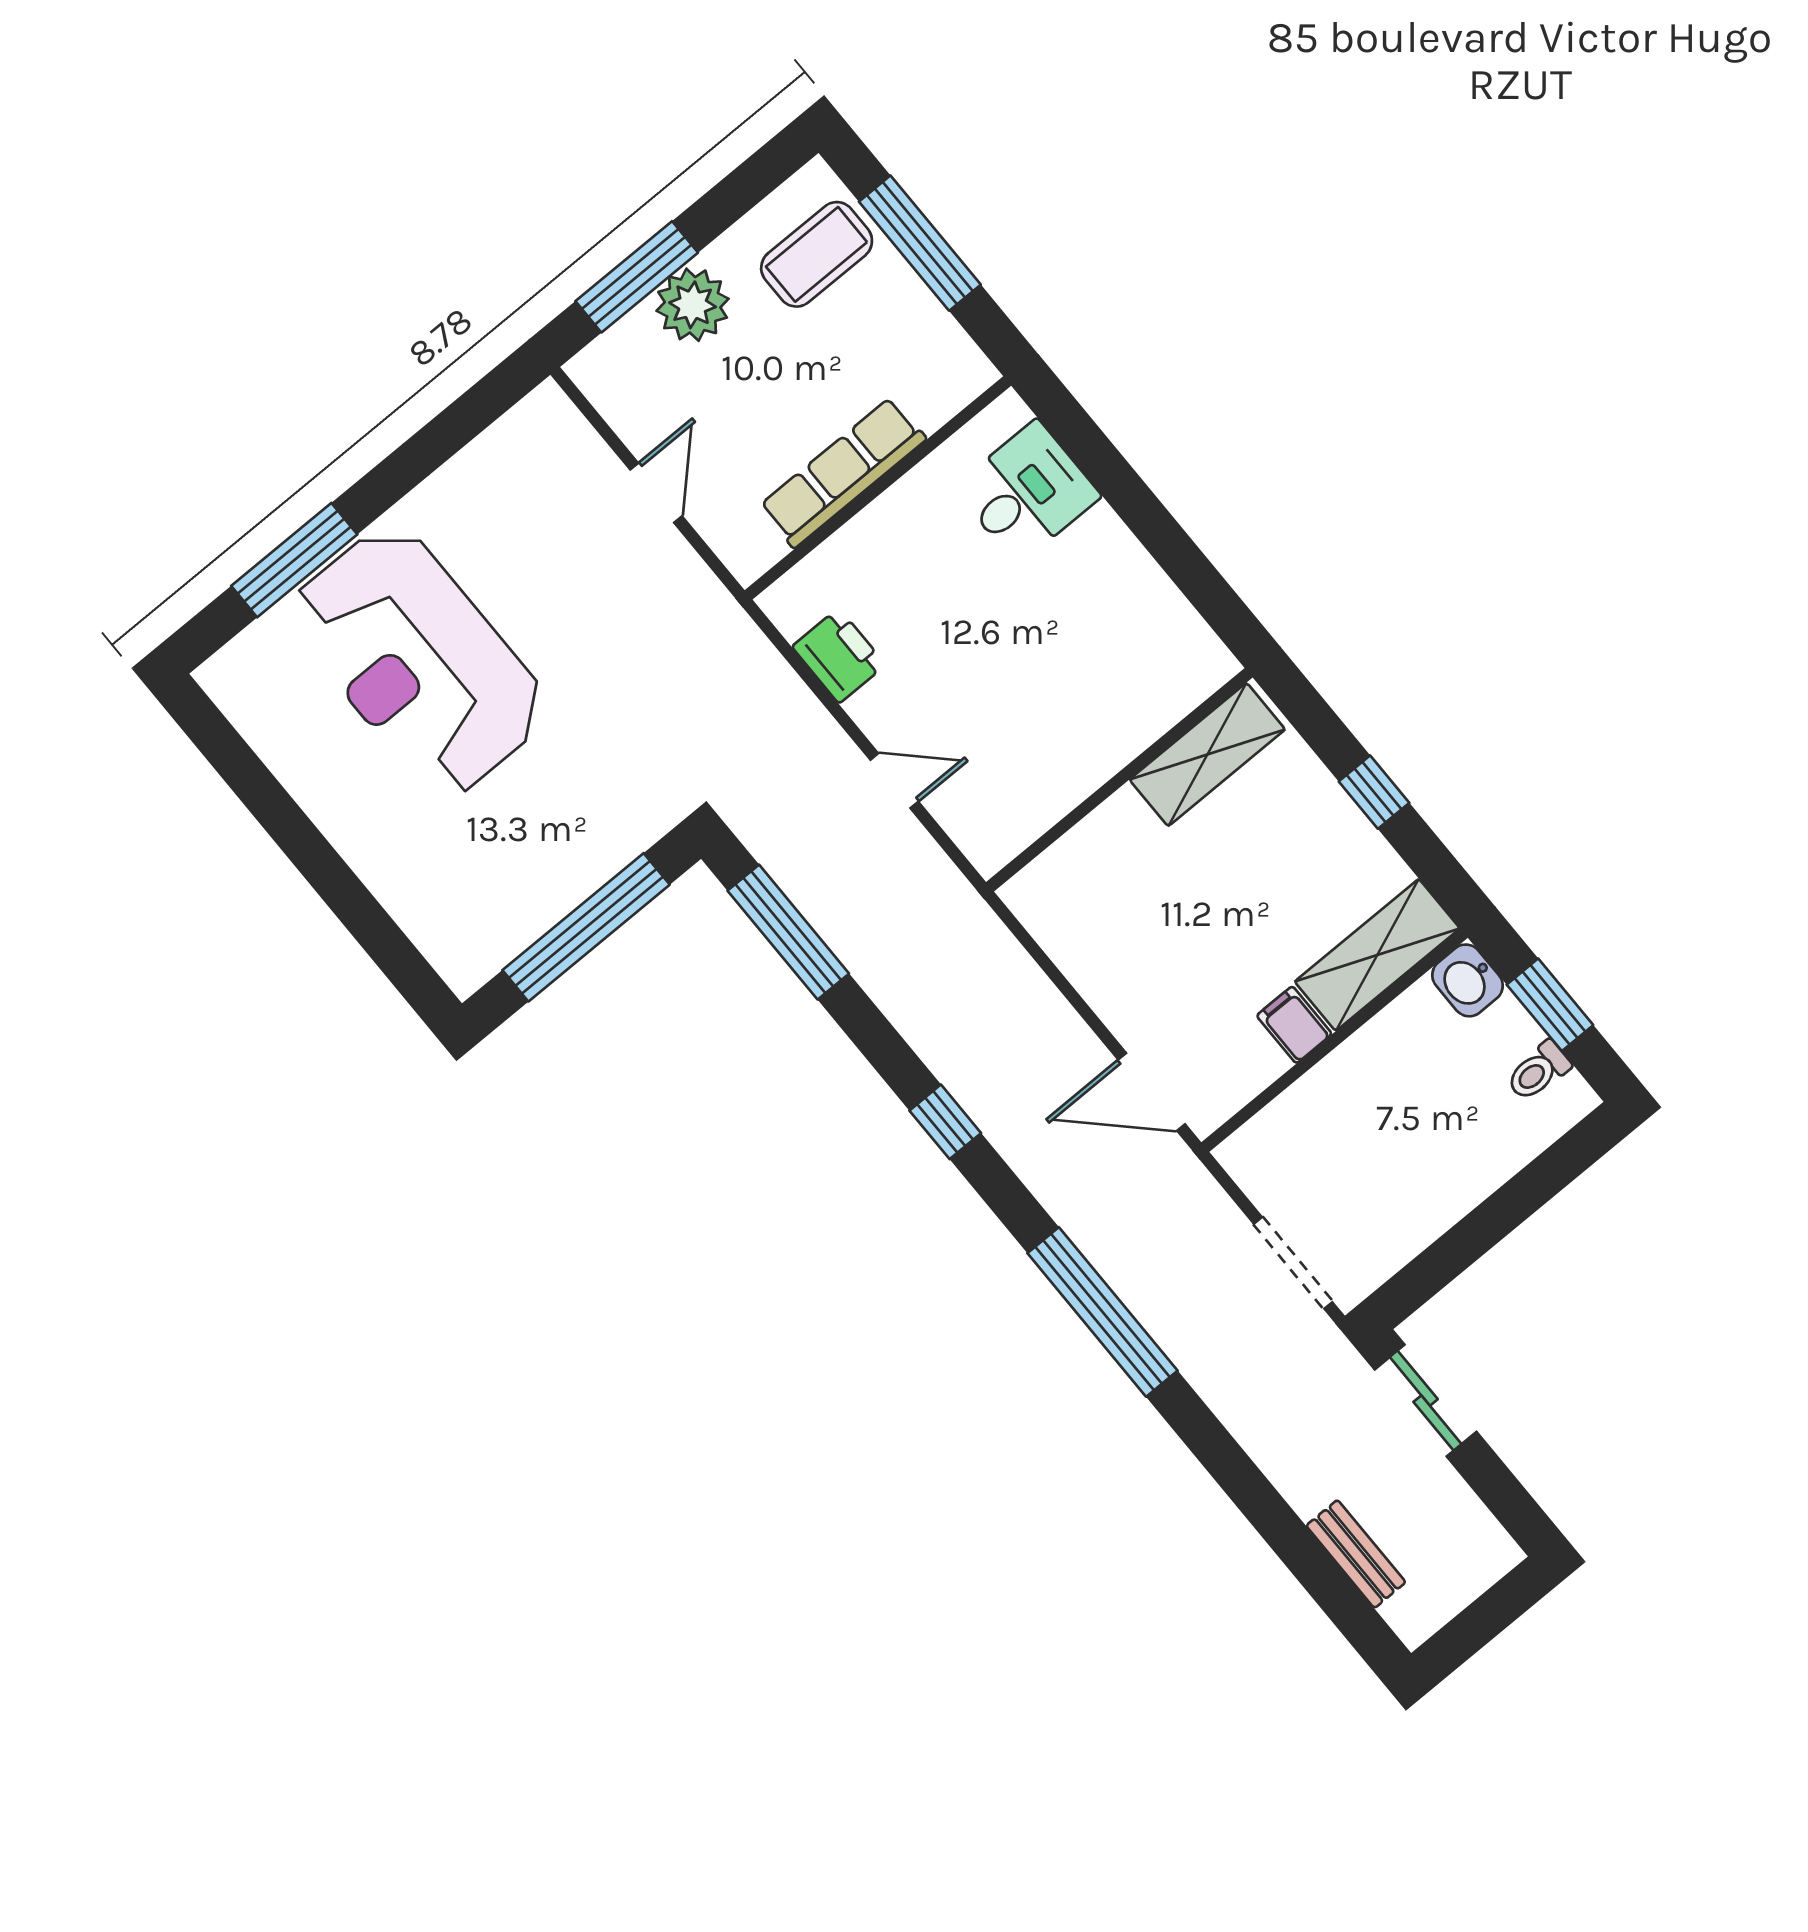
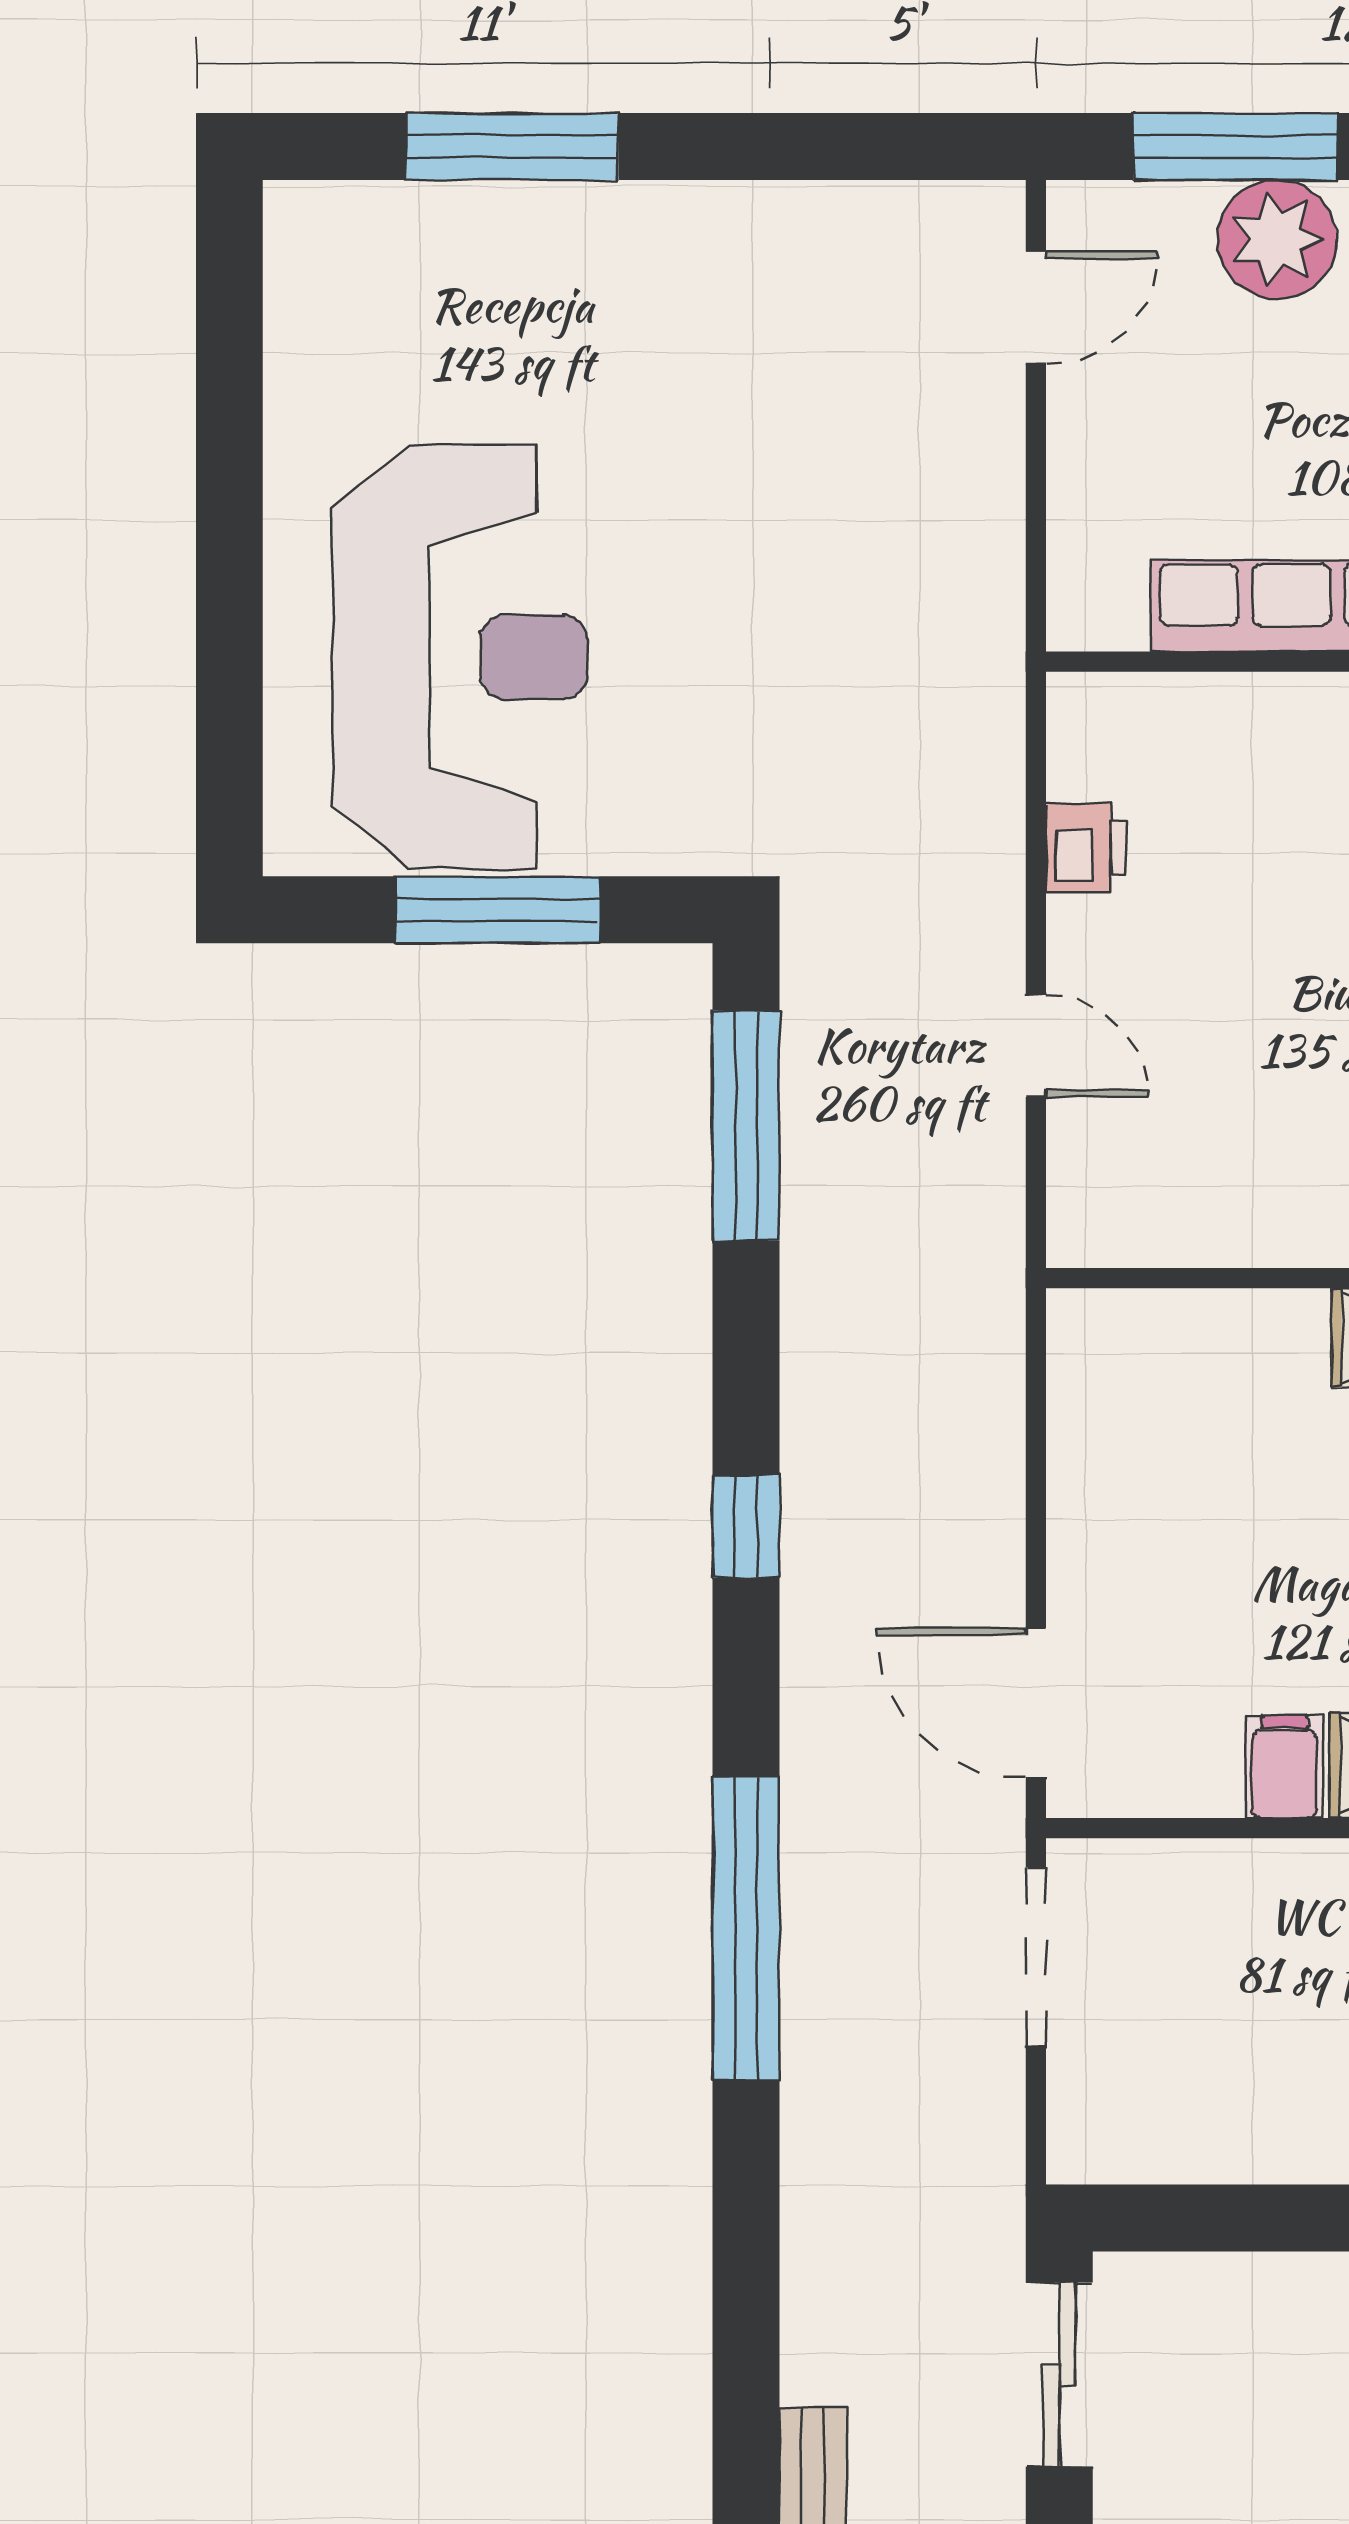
door: (656, 493) -> (1036, 308), moved
printer: (839, 656) -> (1086, 848), width x0.73, depth x0.81
reception desk: (418, 661) -> (460, 657), moved, turned 180
window: (586, 927) -> (497, 910), width x0.68
doorway: (1293, 1263) -> (1036, 1957), moved

